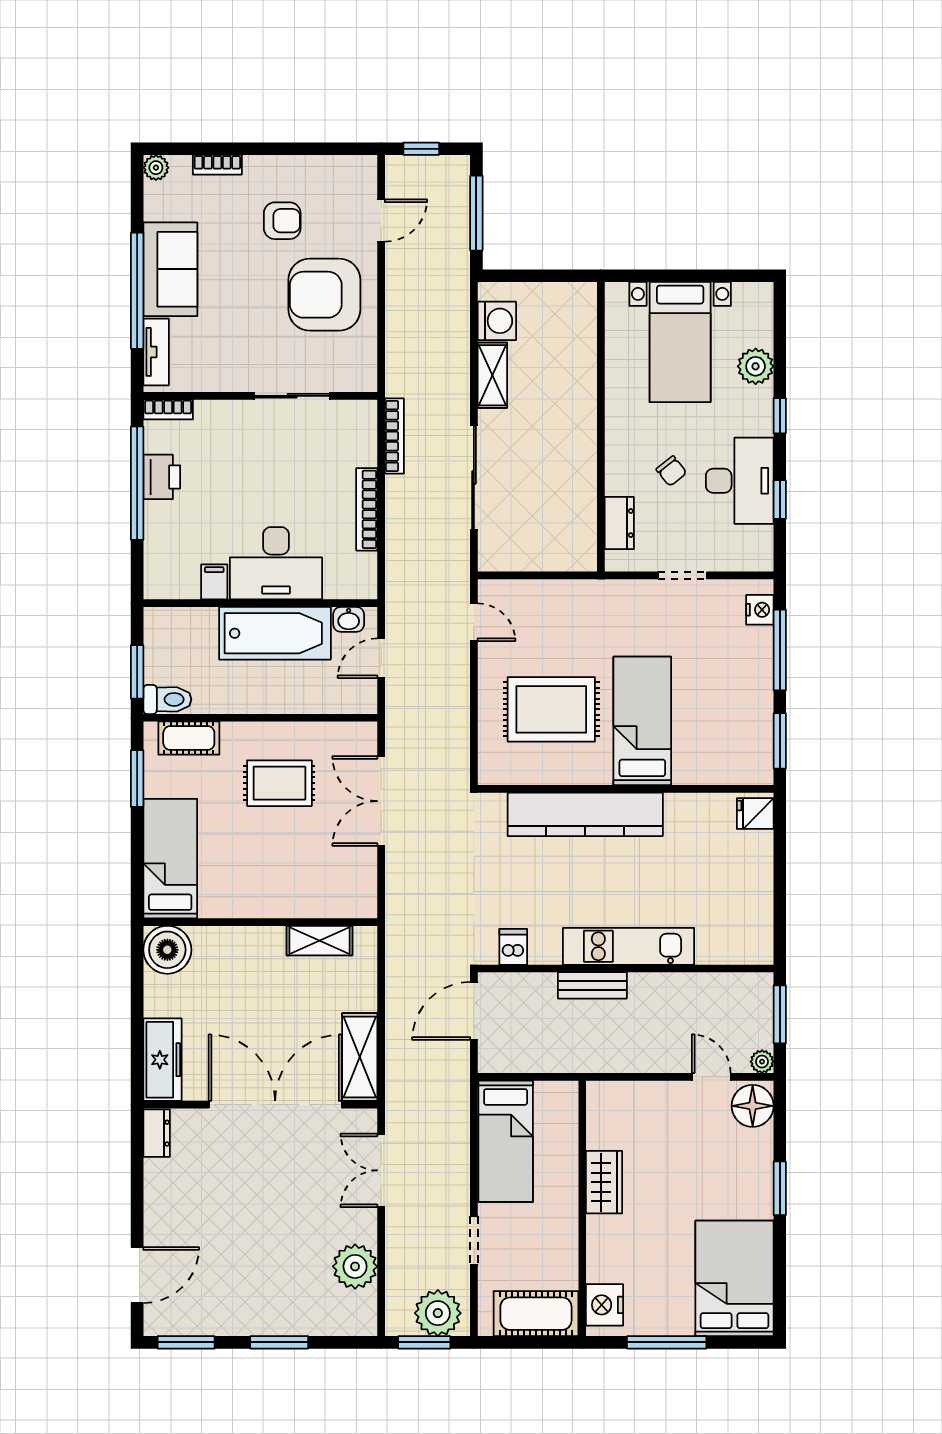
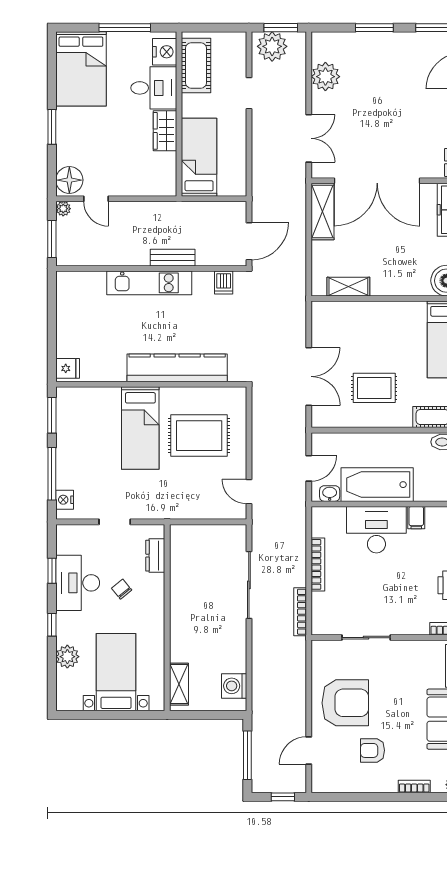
shelving: (492, 375) -> (179, 684), moved
bed: (506, 1141) -> (199, 157), moved
desk: (621, 1249) -> (154, 88), added
cot: (536, 1314) -> (196, 65), moved, turned 90

